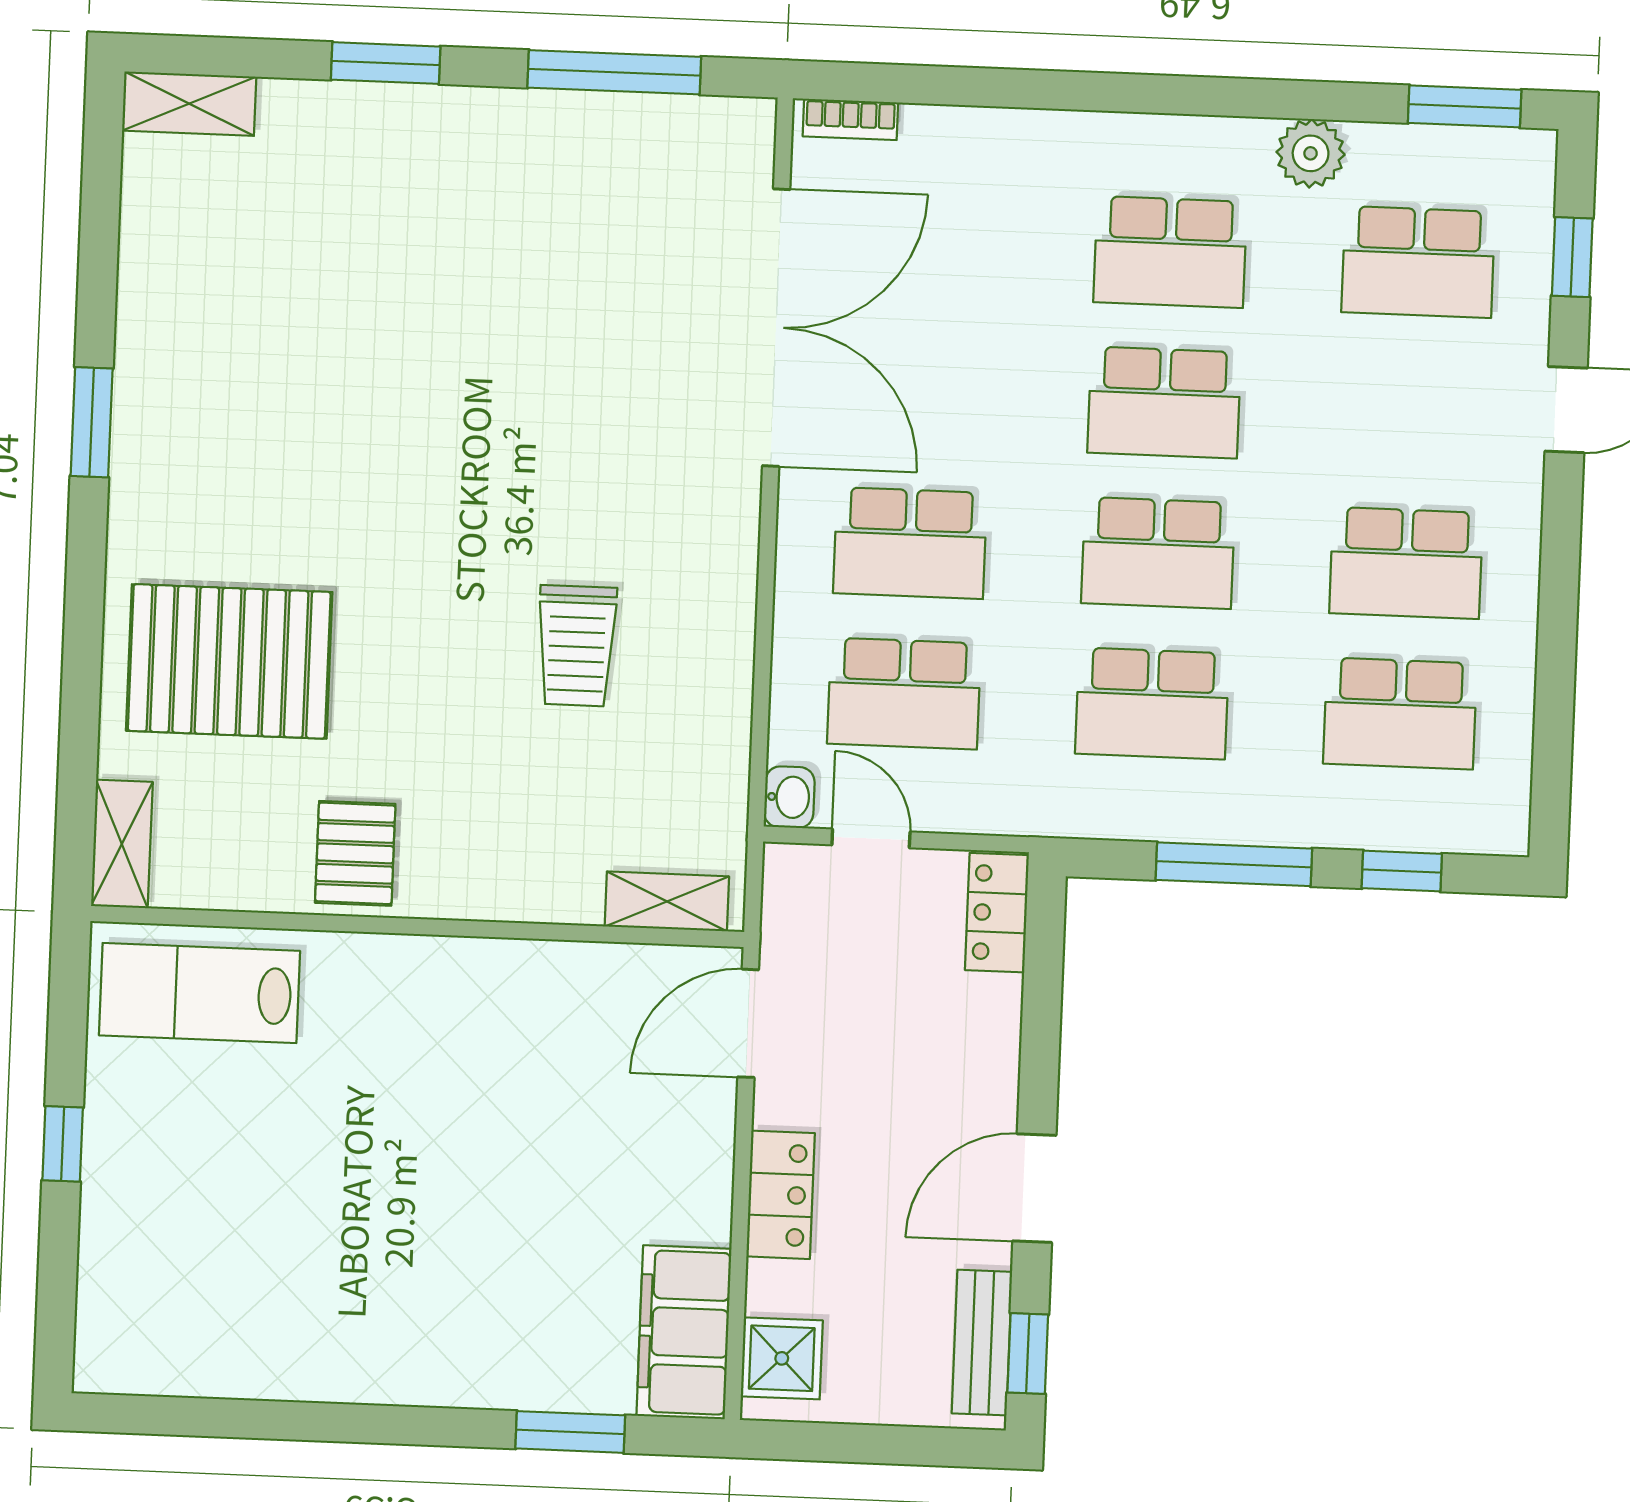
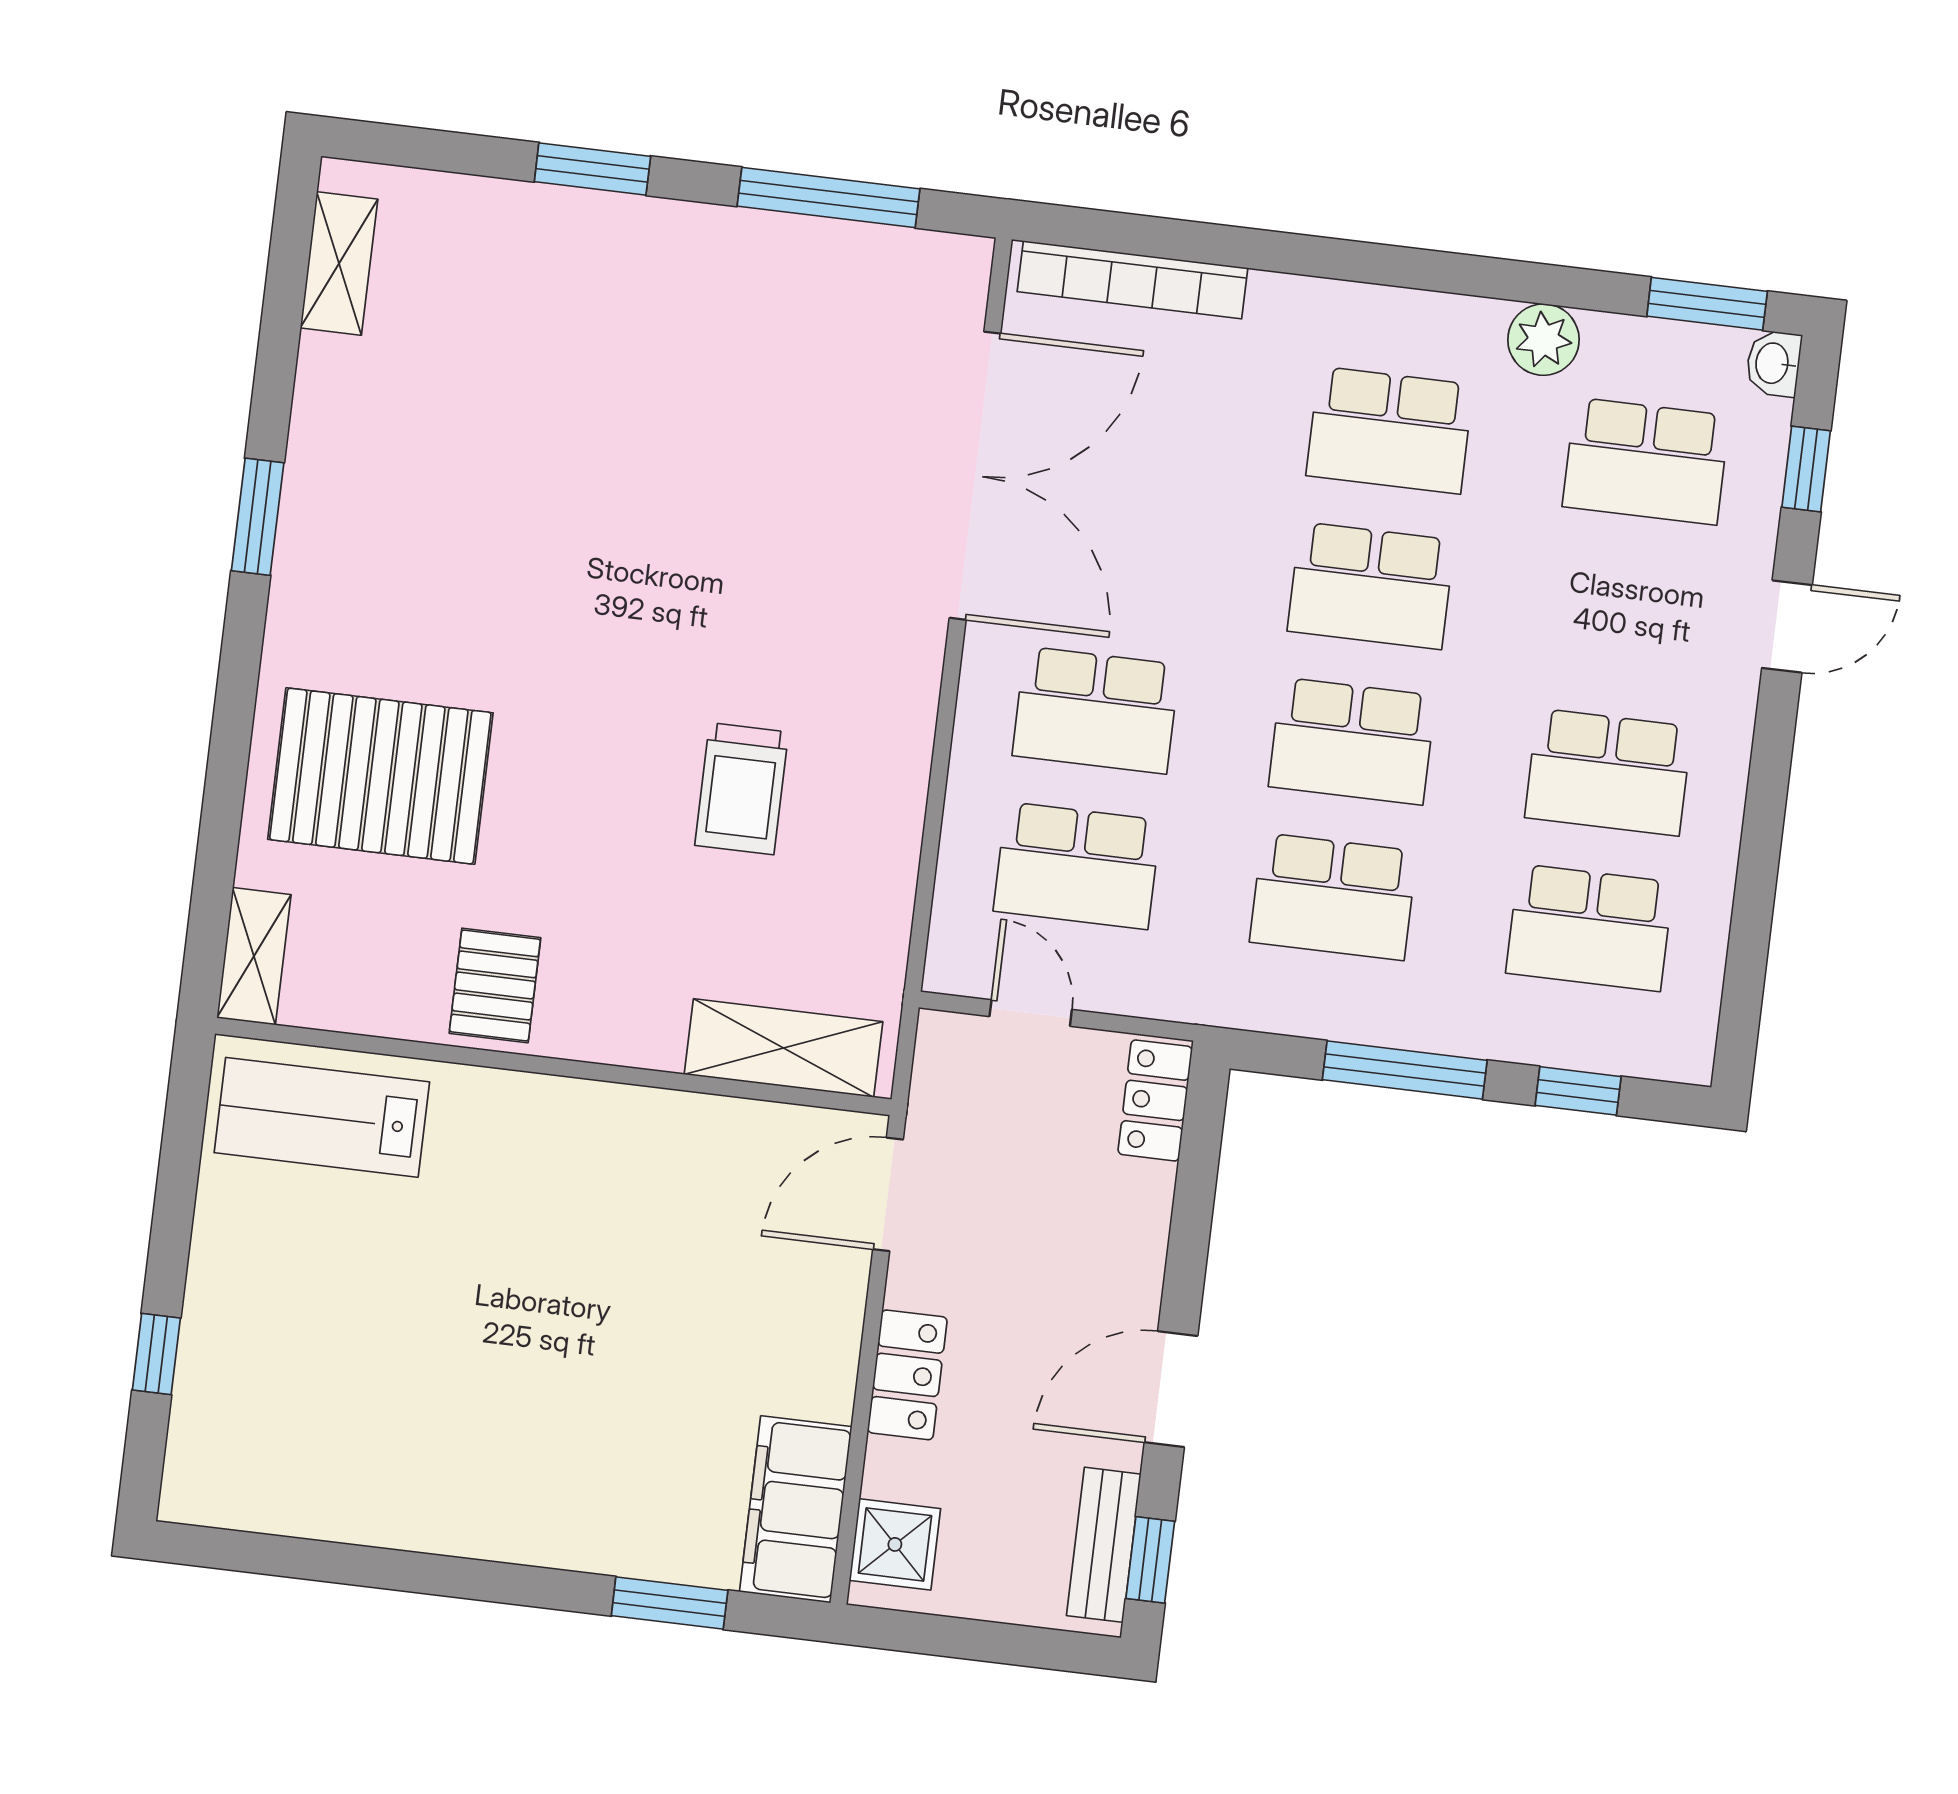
shelving: (189, 104) -> (339, 264), moved, turned 90
bookcase: (850, 119) -> (1132, 280), width x2.31, depth x1.31
washbasin: (789, 797) -> (1773, 363), moved, turned 180
shelving: (667, 901) -> (783, 1048), width x1.50, depth x1.33
window: (63, 1144) -> (156, 1354), moved

